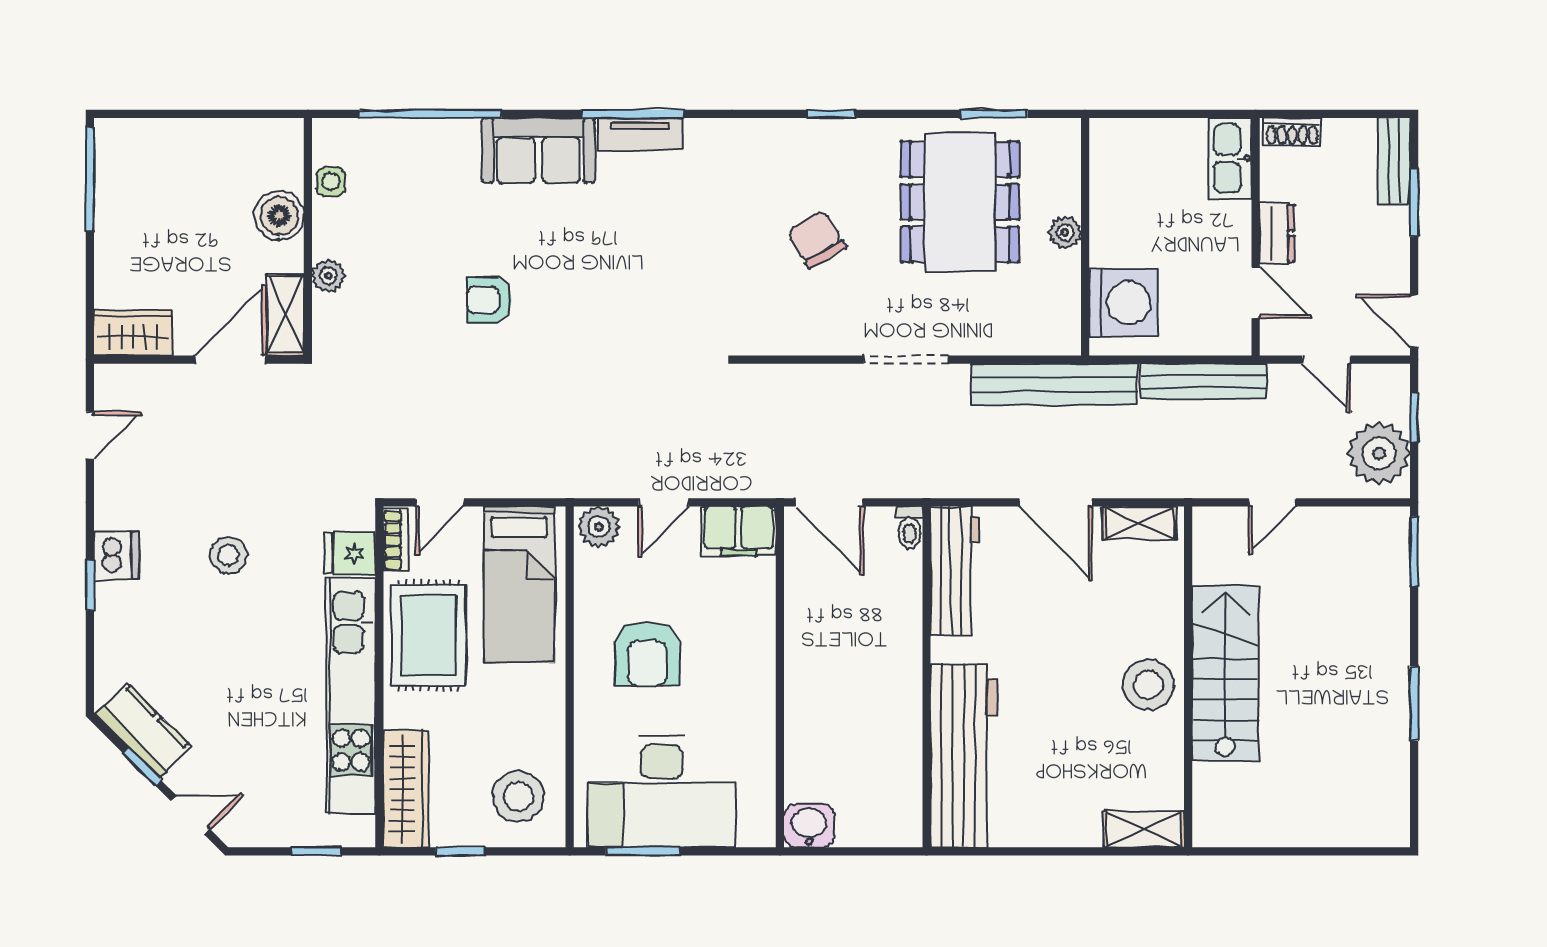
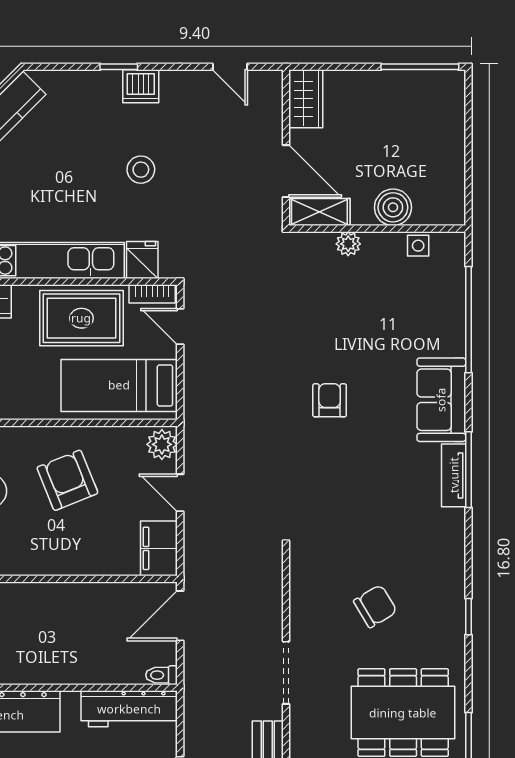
armchair: (489, 300) -> (330, 400), moved
armchair: (647, 654) -> (67, 480), turned 68

